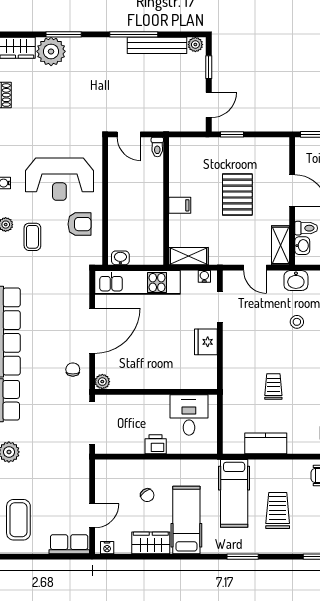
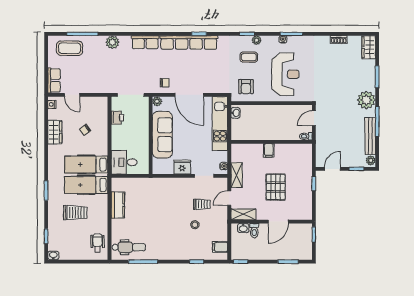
plant: (51, 51) -> (366, 100), moved
door: (209, 105) -> (332, 169), swing flipped
reception desk: (59, 179) -> (285, 74), turned 180
pallet: (237, 195) -> (276, 187), turned 90
armchair: (80, 224) -> (246, 87), moved
shelving: (188, 256) -> (237, 175), moved
washbasin: (296, 281) -> (221, 224), removed
sofa: (155, 373) -> (162, 135), added
trolley: (273, 386) -> (202, 204), moved
desk: (189, 415) -> (124, 162), moved, turned 180
printer: (156, 444) -> (117, 118), moved
hospital bed: (186, 520) -> (86, 165), moved, turned 180

